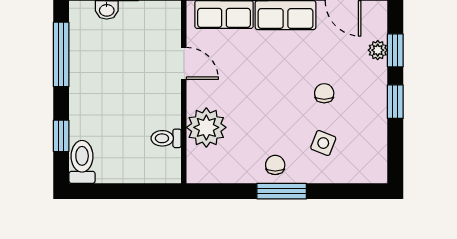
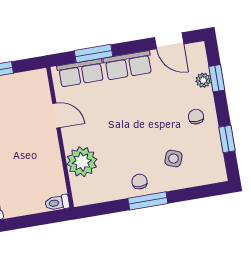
chair: (324, 93) -> (196, 117), moved
window: (395, 102) -> (227, 139), moved
toilet: (166, 138) -> (57, 203), moved

